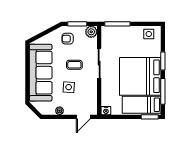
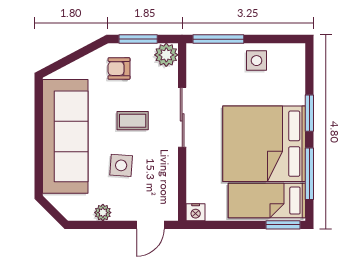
side table: (149, 34) -> (257, 61), moved

